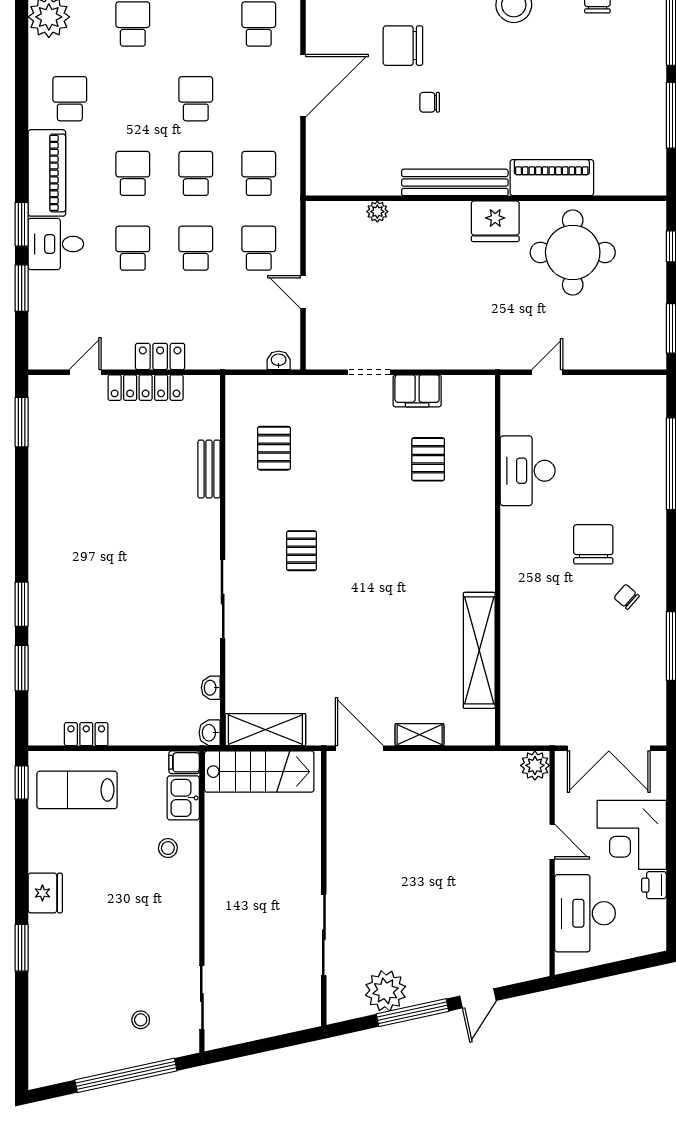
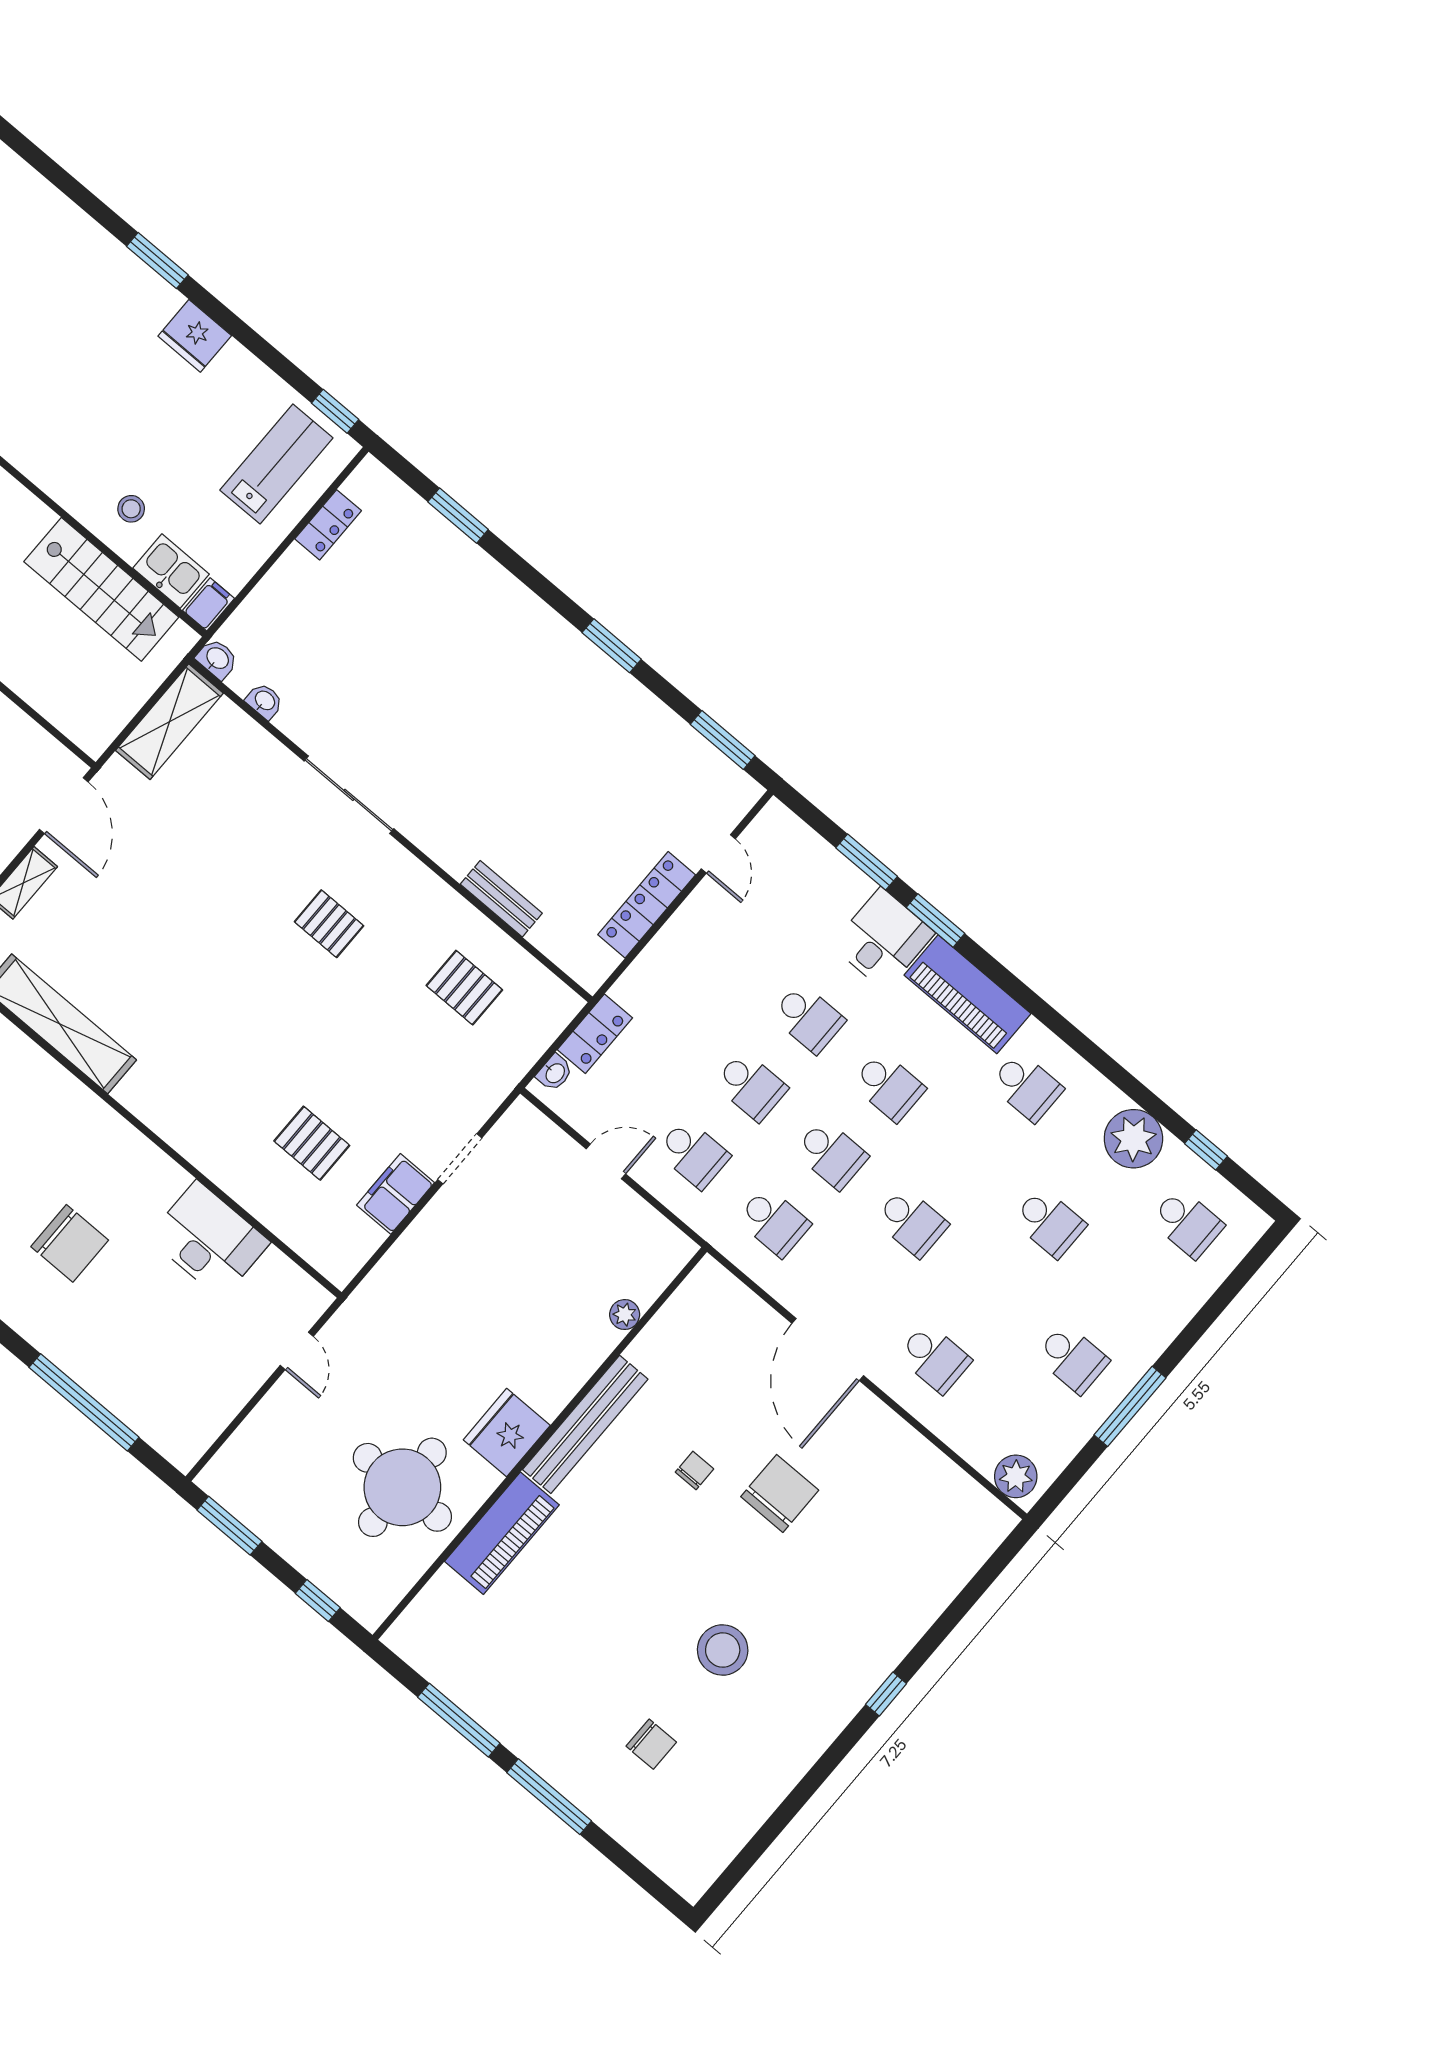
locker: (160, 356) -> (595, 1034), moved
window: (22, 604) -> (612, 646), moved
door: (359, 748) -> (64, 806), hinge flipped
stairs: (259, 772) -> (101, 589), moved, turned -90

